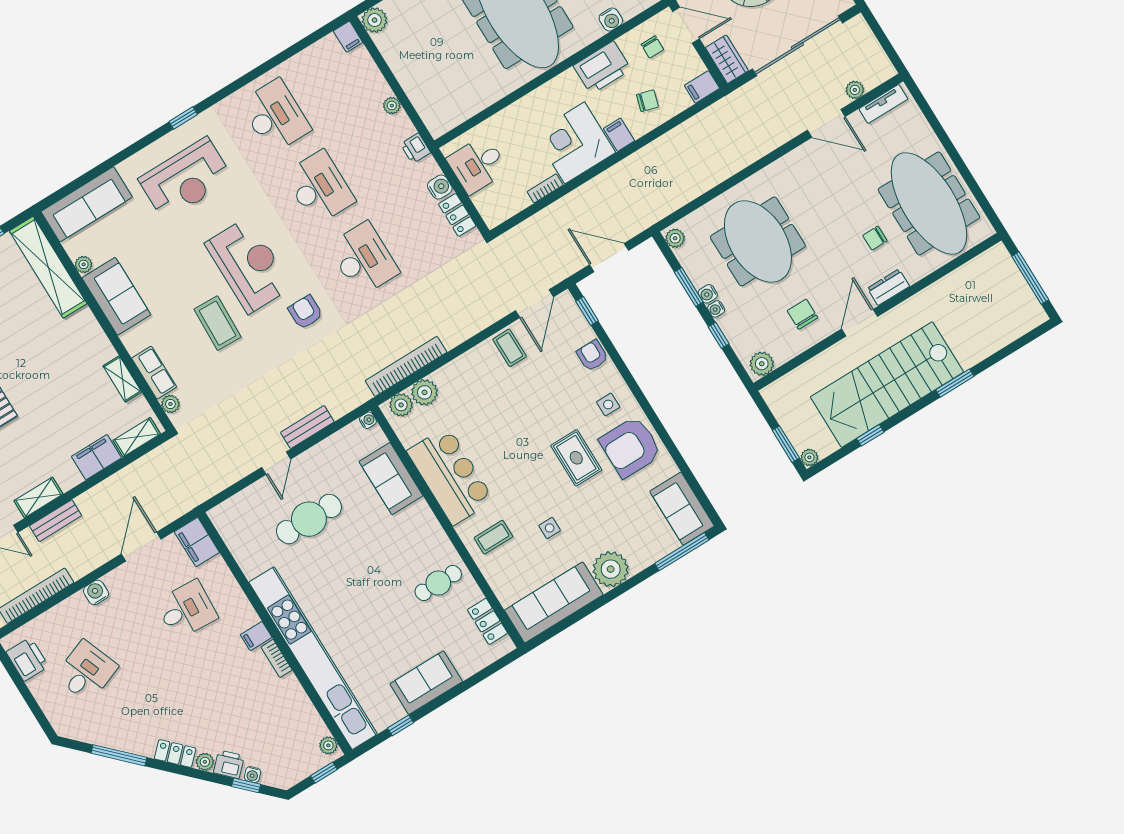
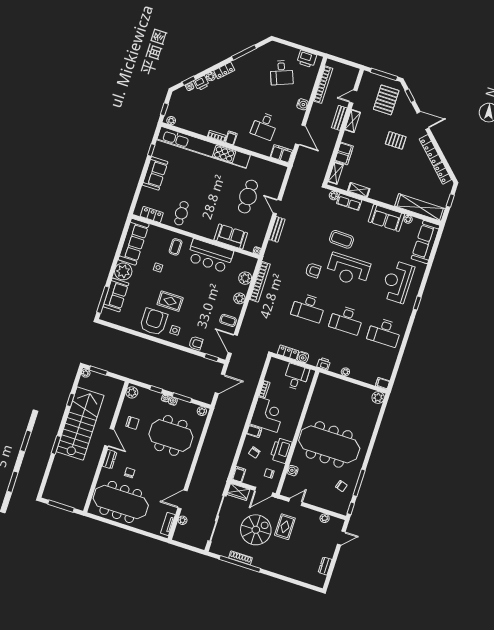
plant: (401, 405) -> (239, 298), moved
sofa: (682, 509) -> (116, 295), moved, turned 90

